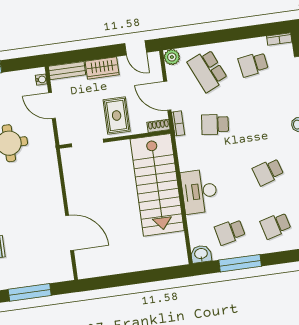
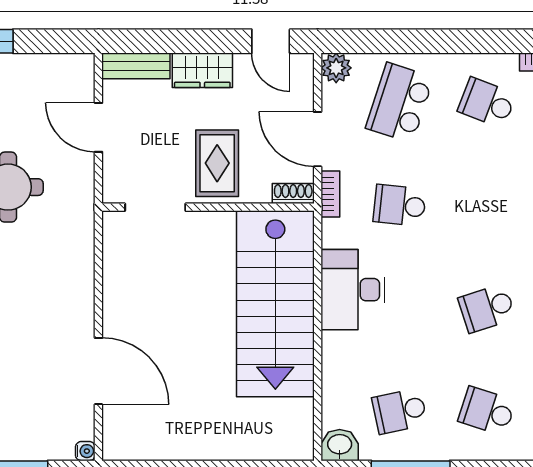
school desk: (253, 64) -> (487, 103), turned 30
school desk: (208, 71) -> (400, 103), turned 42
water cooler: (41, 80) -> (85, 451), moved
desk: (199, 191) -> (353, 290), moved
school desk: (276, 226) -> (487, 411), turned 33

